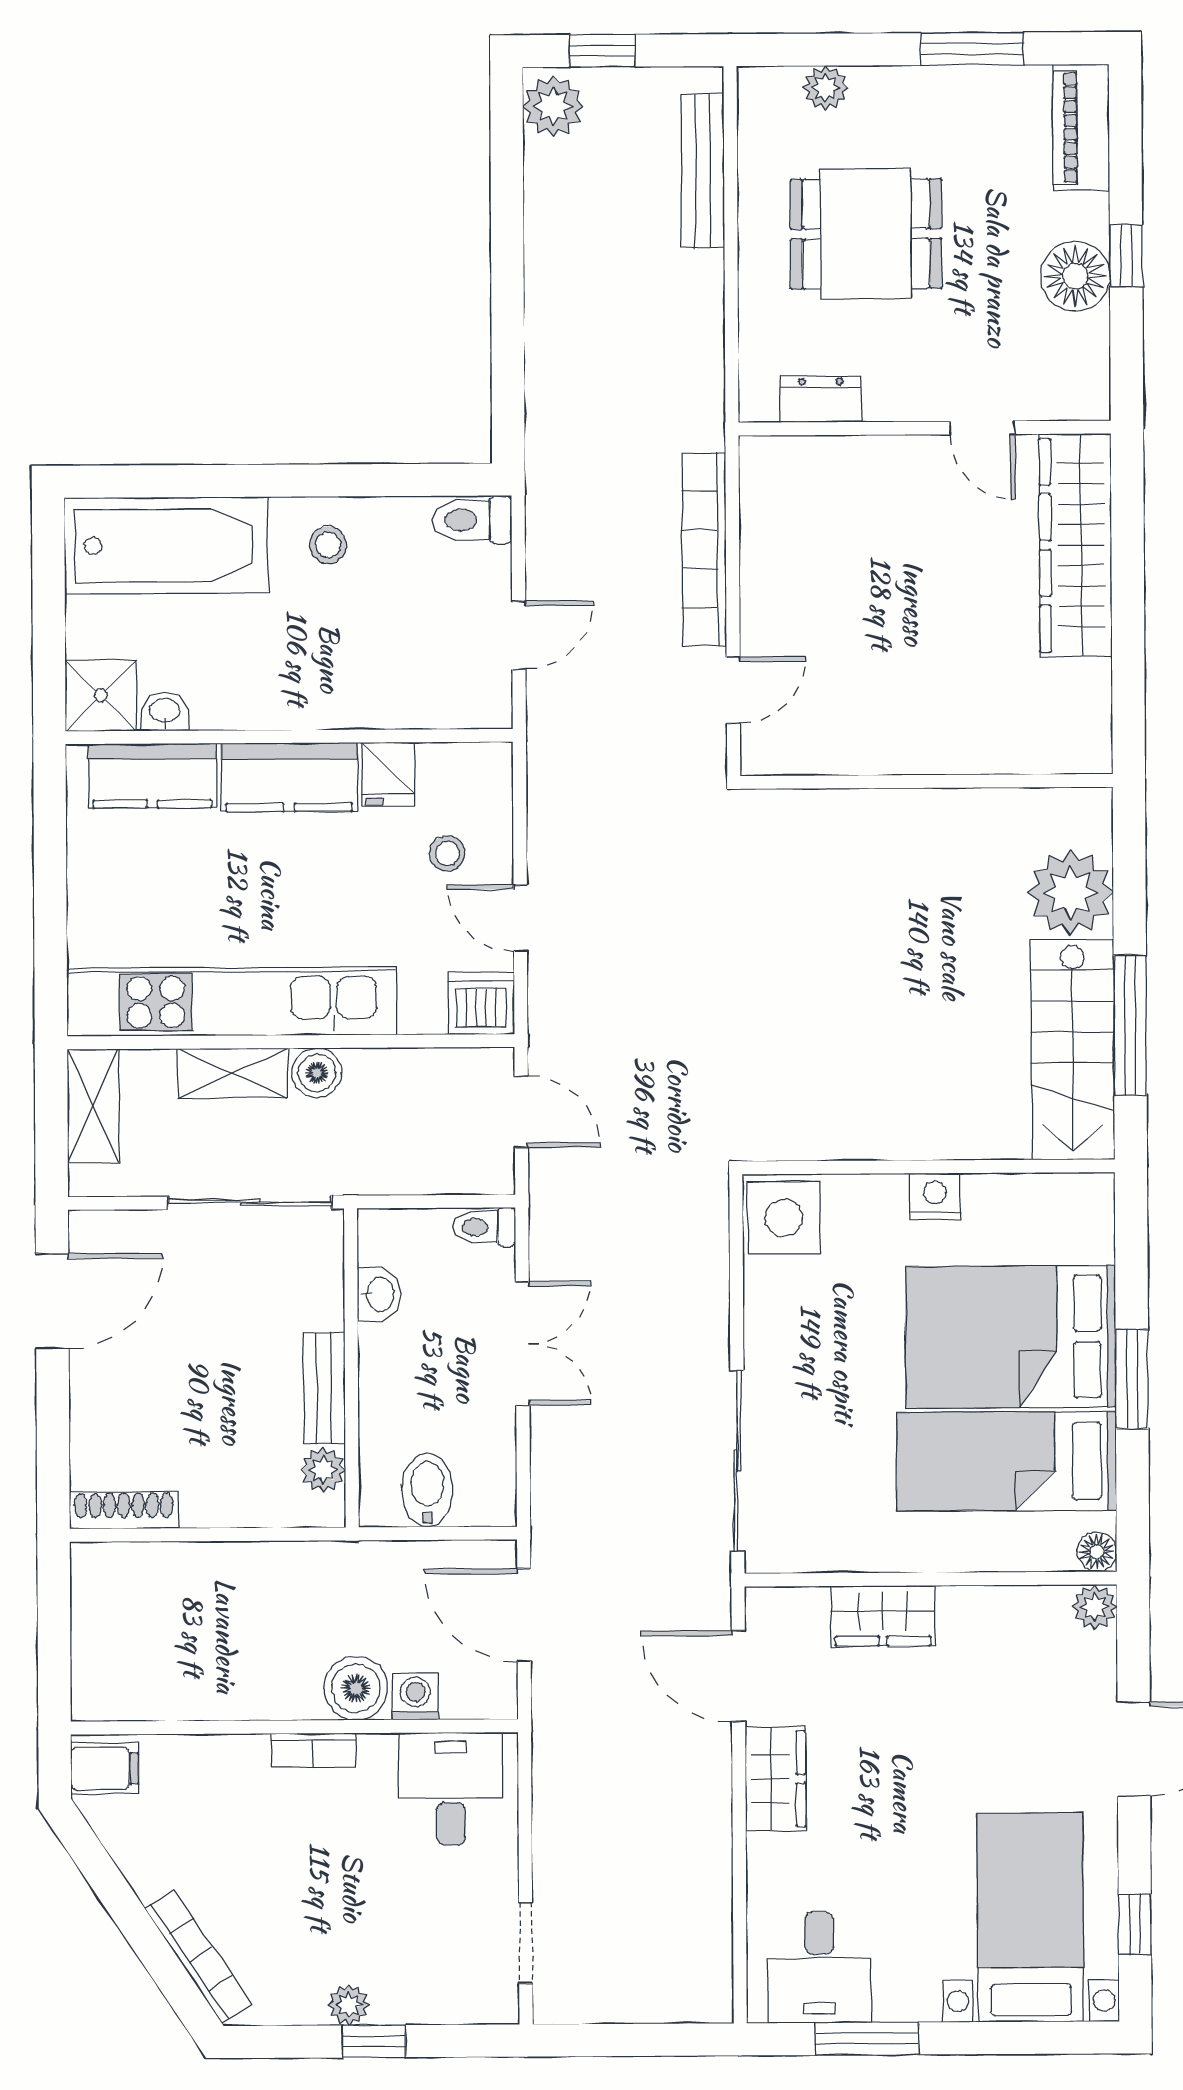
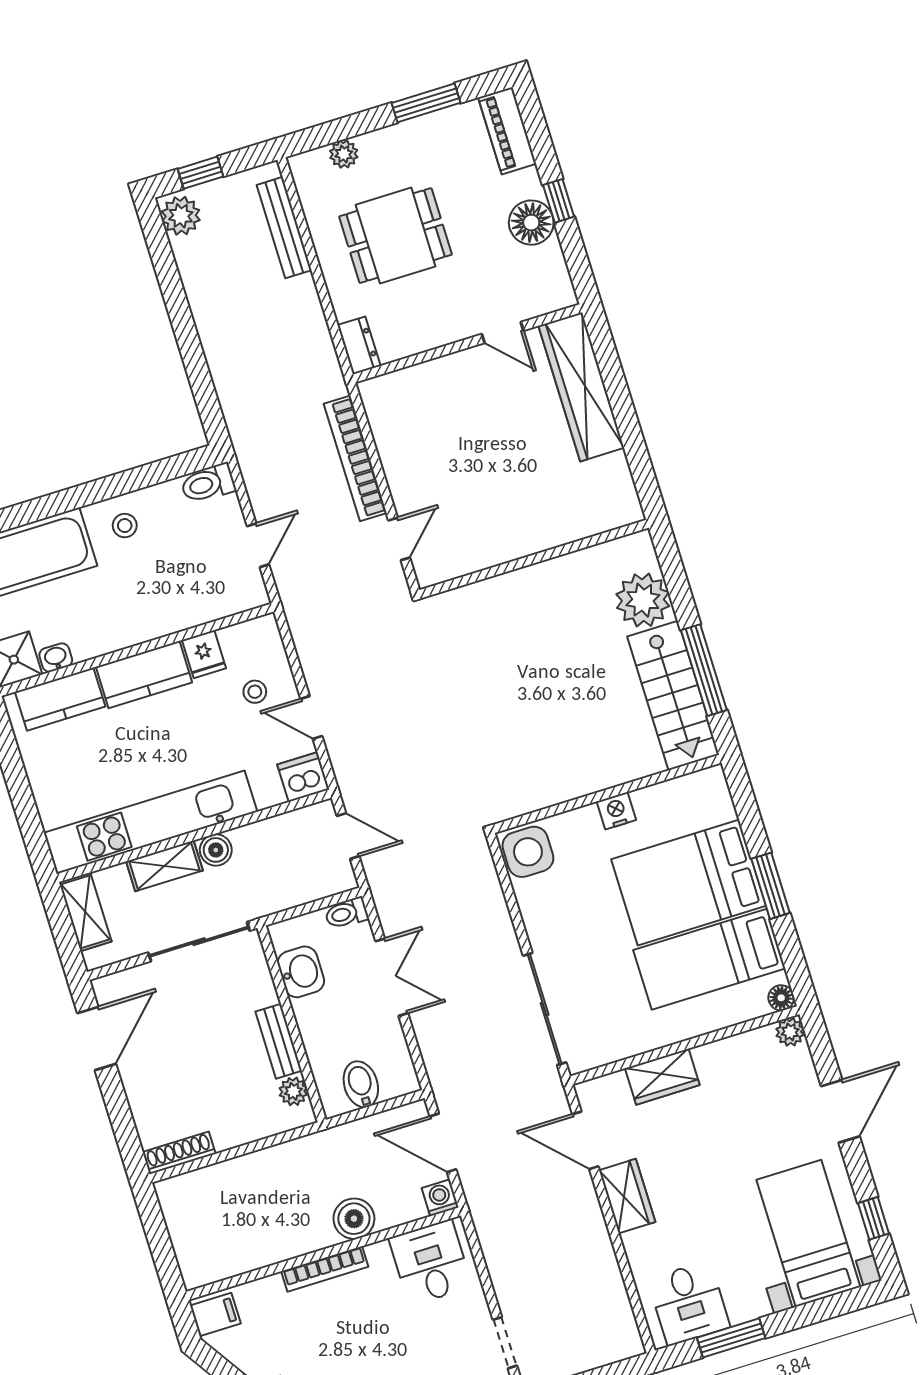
dresser: (821, 399) -> (359, 345), moved, turned 90
washbasin: (379, 1294) -> (301, 972), width x1.38, depth x1.45
washing machine: (415, 1697) -> (440, 1198), moved
bookcase: (313, 1750) -> (325, 1269), width x1.56

